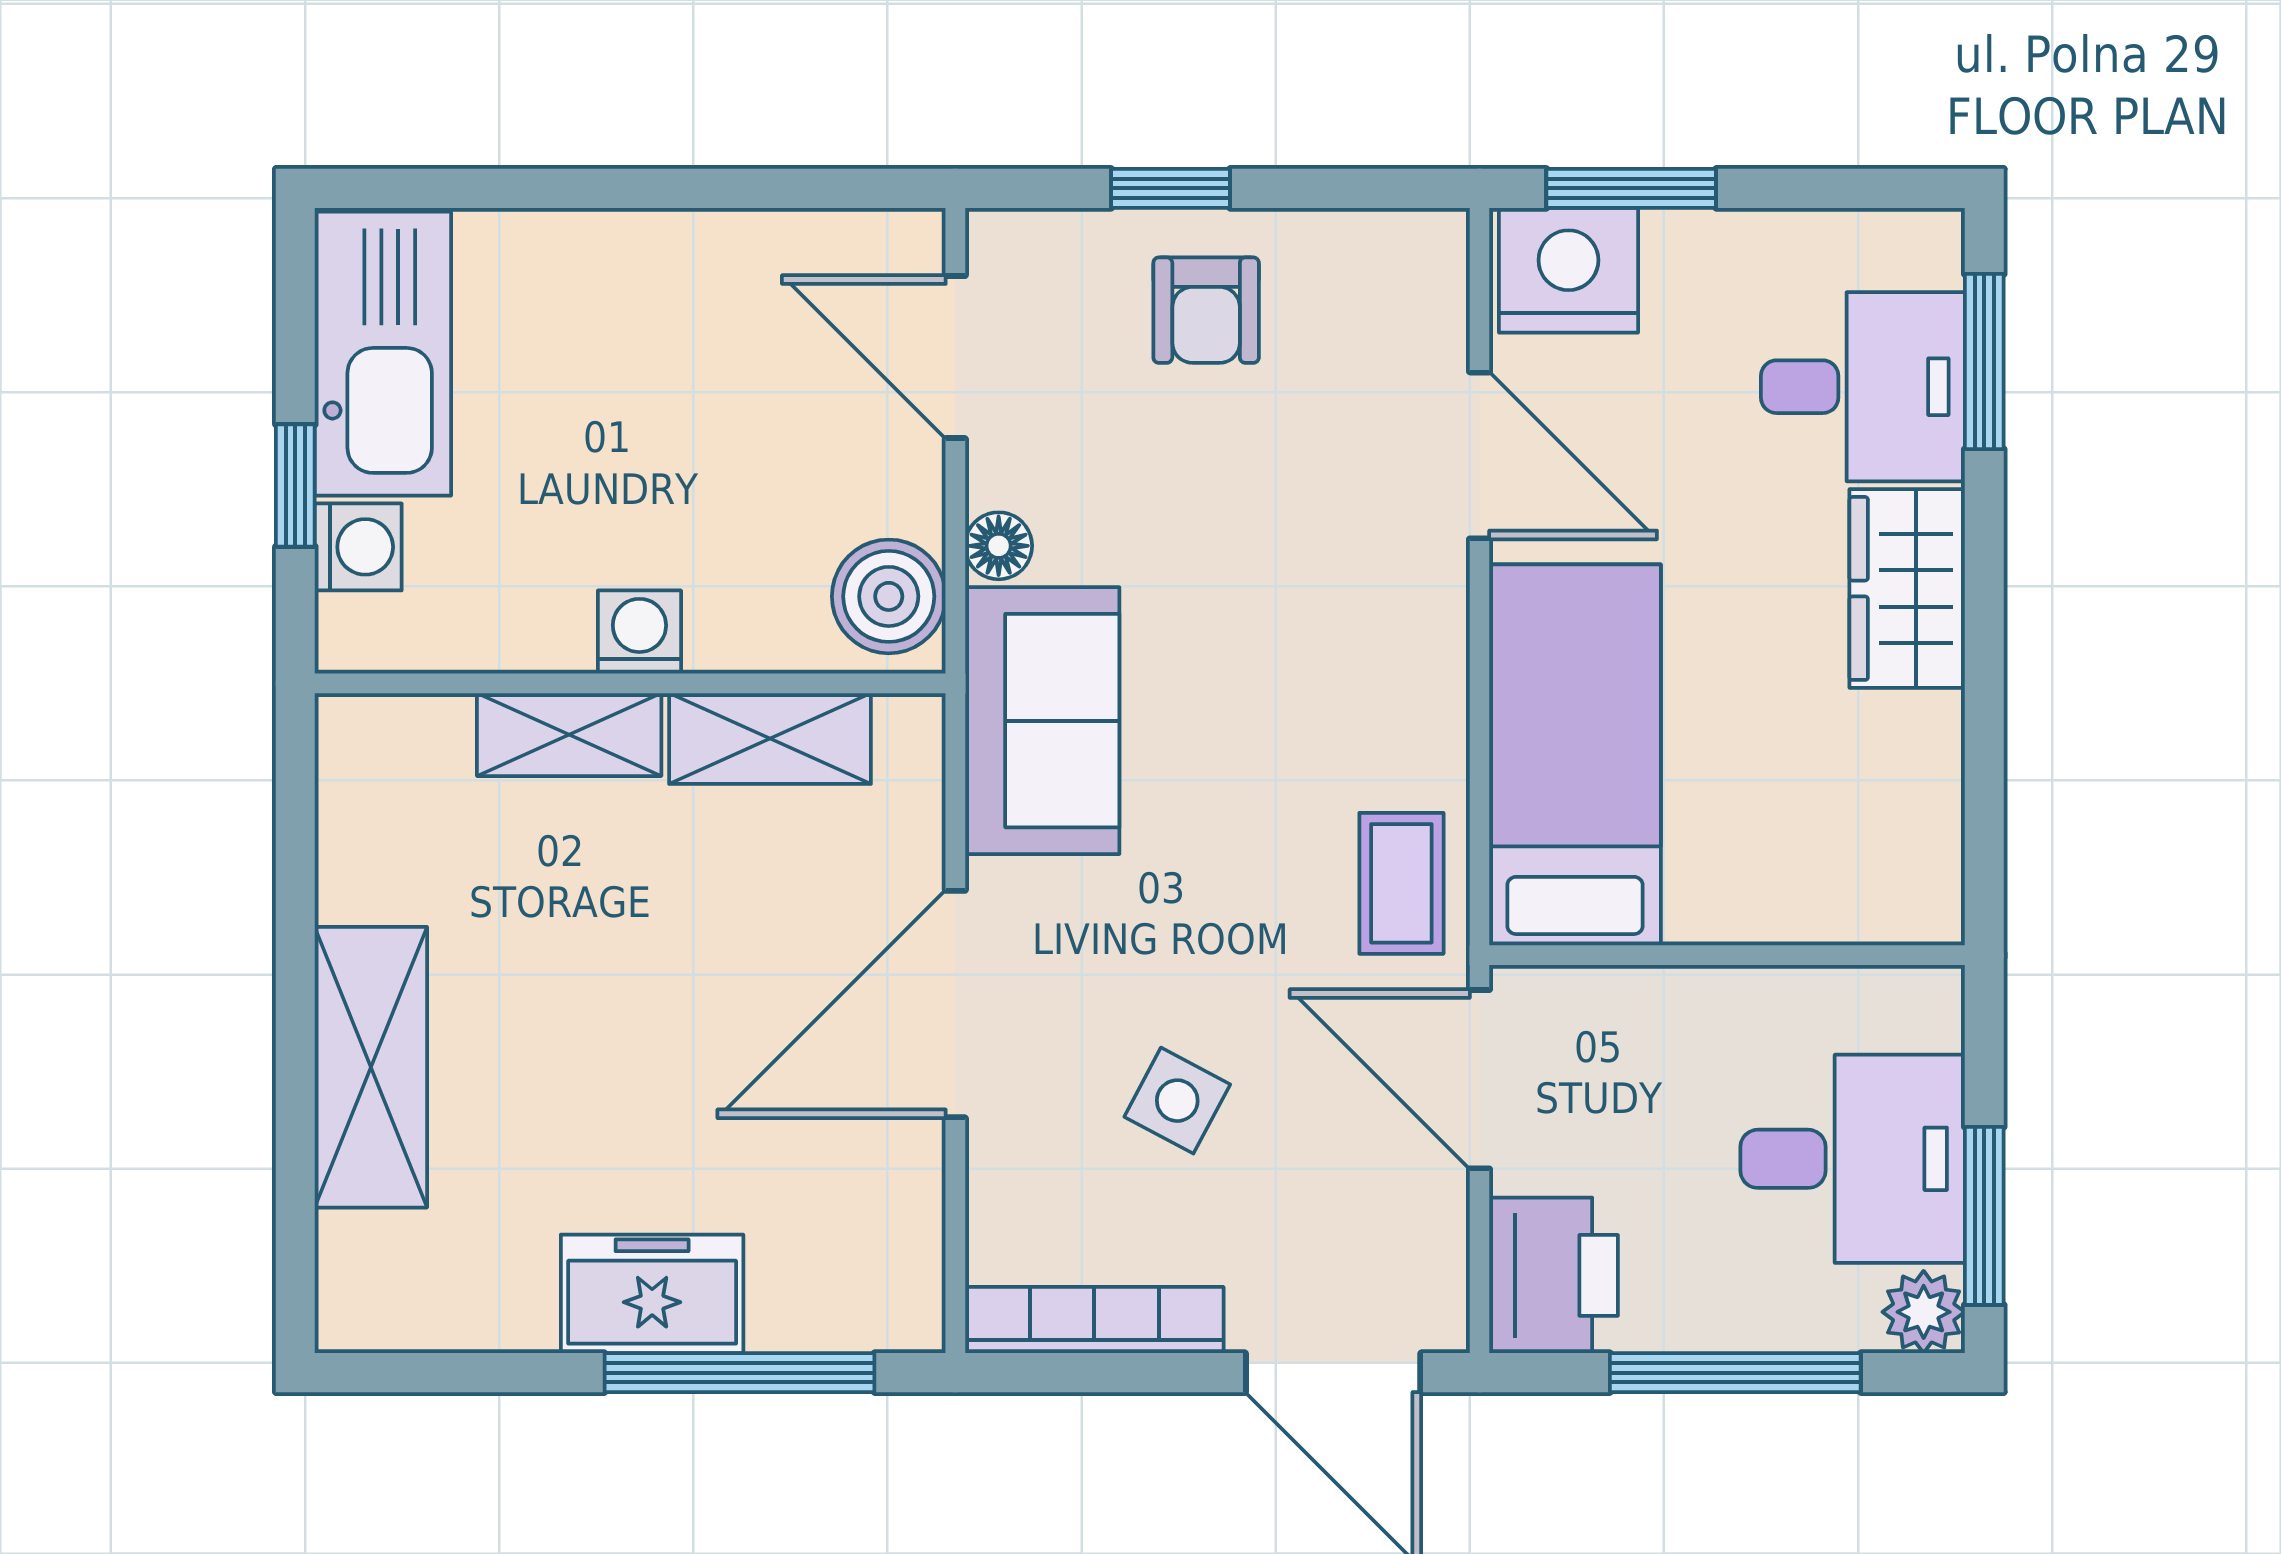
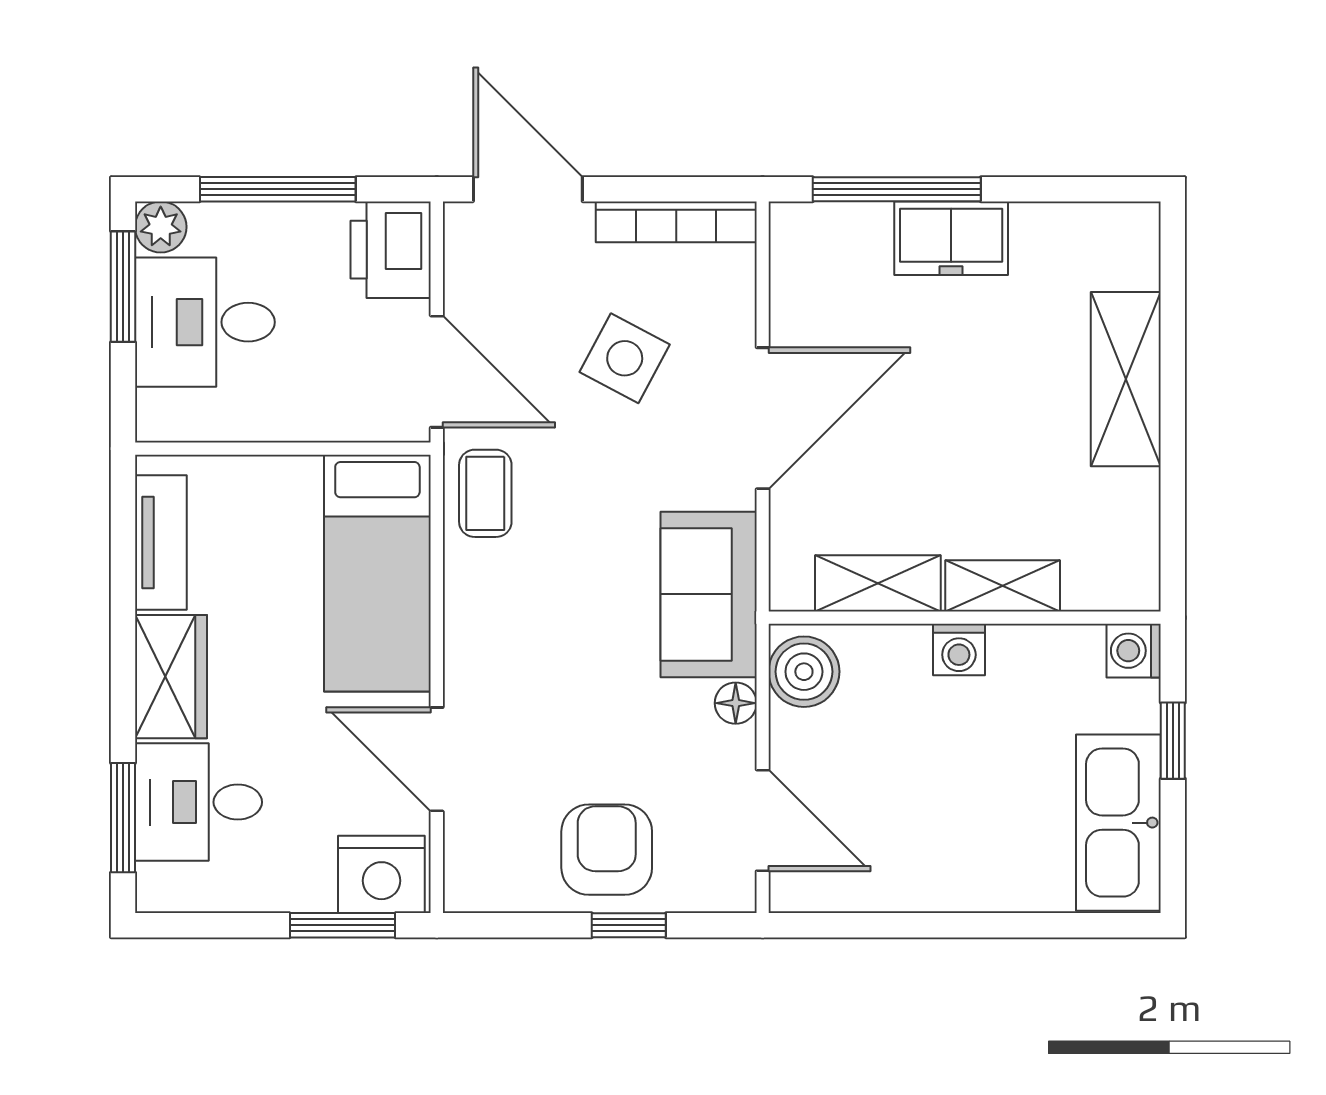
armchair: (1206, 310) -> (607, 850), width x1.38, depth x1.38
washing machine: (358, 547) -> (1134, 651), moved
tv unit: (1923, 804) -> (161, 543), added
side table: (1177, 1101) -> (625, 358), width x1.37, depth x1.37

